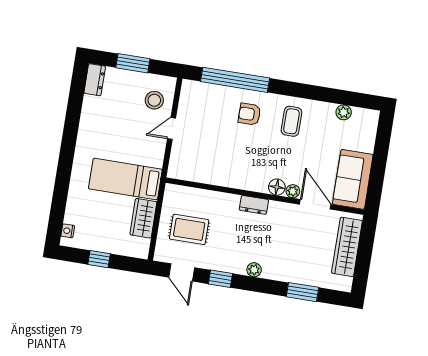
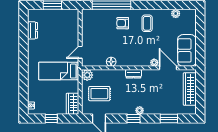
dresser: (95, 80) -> (32, 30), moved
stool: (154, 100) -> (68, 24), removed
door: (172, 128) -> (80, 52), moved
floor lamp: (277, 187) -> (111, 62), moved
plant: (174, 194) -> (87, 75), added
wardrobe: (143, 218) -> (72, 104), moved
window: (220, 279) -> (133, 119), moved

